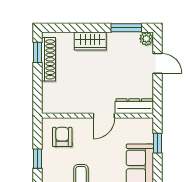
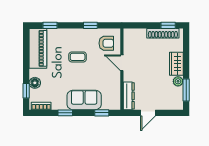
plant: (146, 39) -> (178, 81), moved
door: (157, 63) -> (148, 113), moved
door: (104, 116) -> (122, 63), moved

